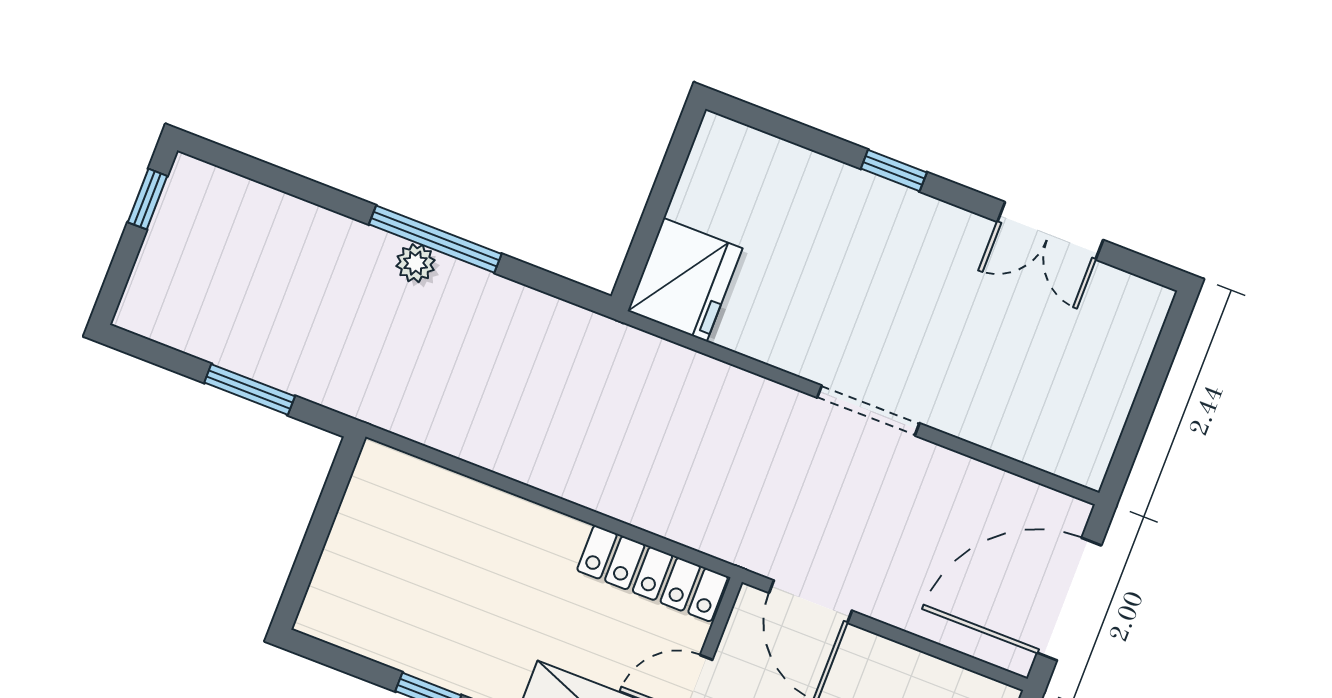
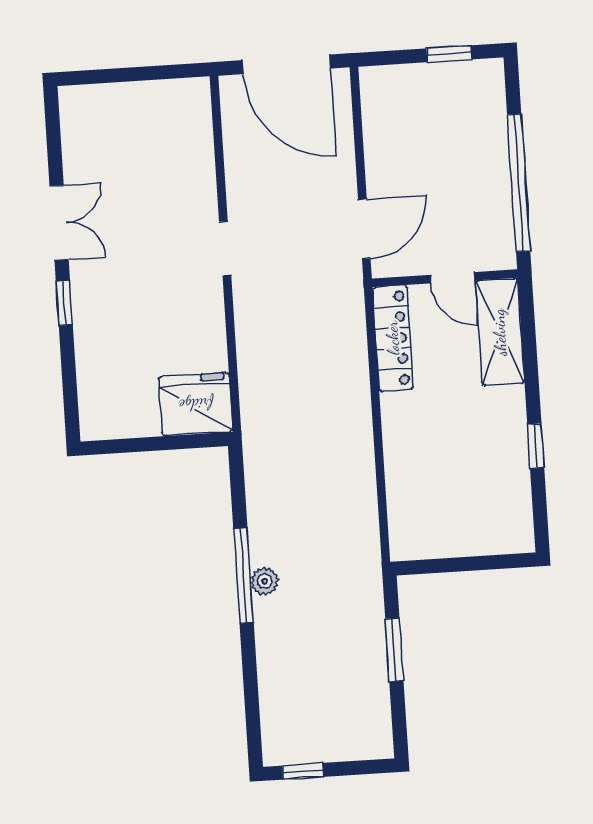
double door: (1050, 231) -> (59, 223), moved
doorway: (868, 410) -> (225, 248), width x0.73

